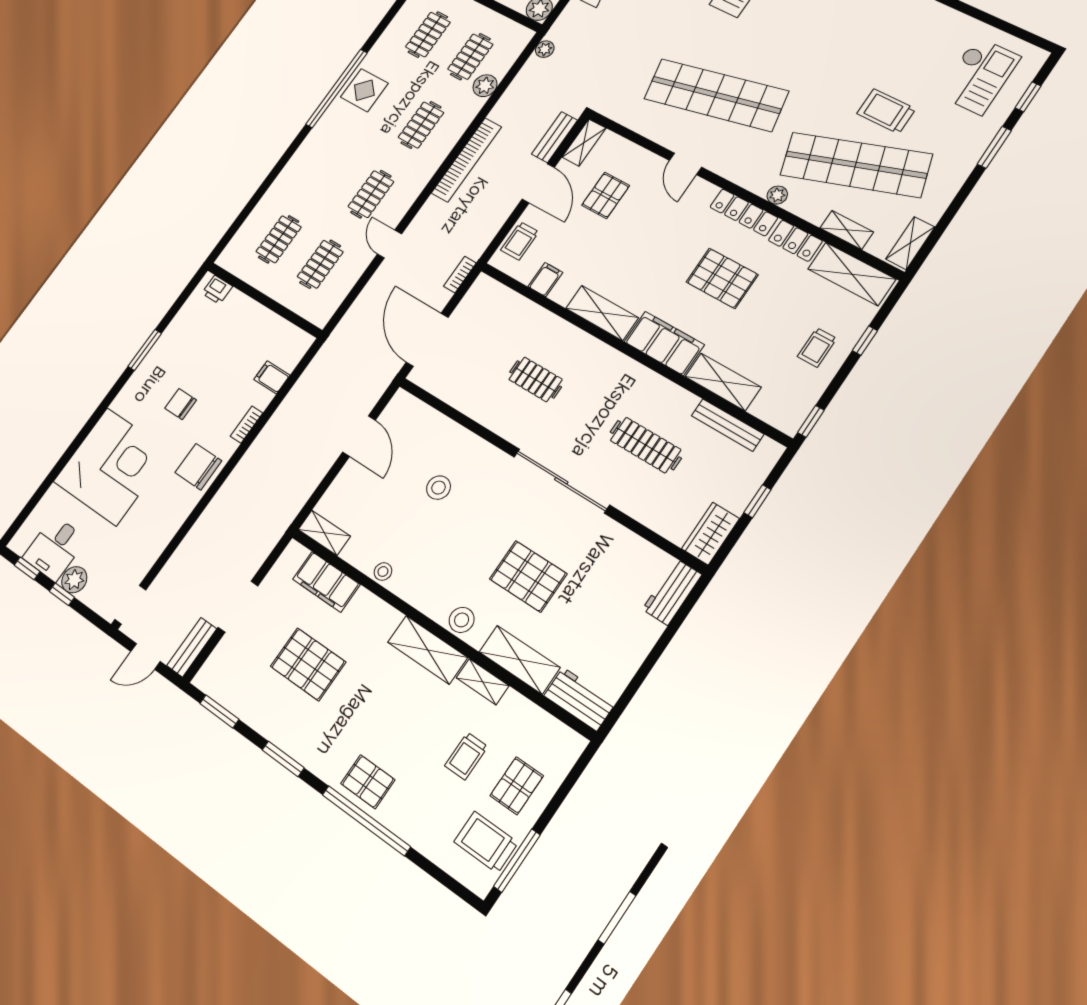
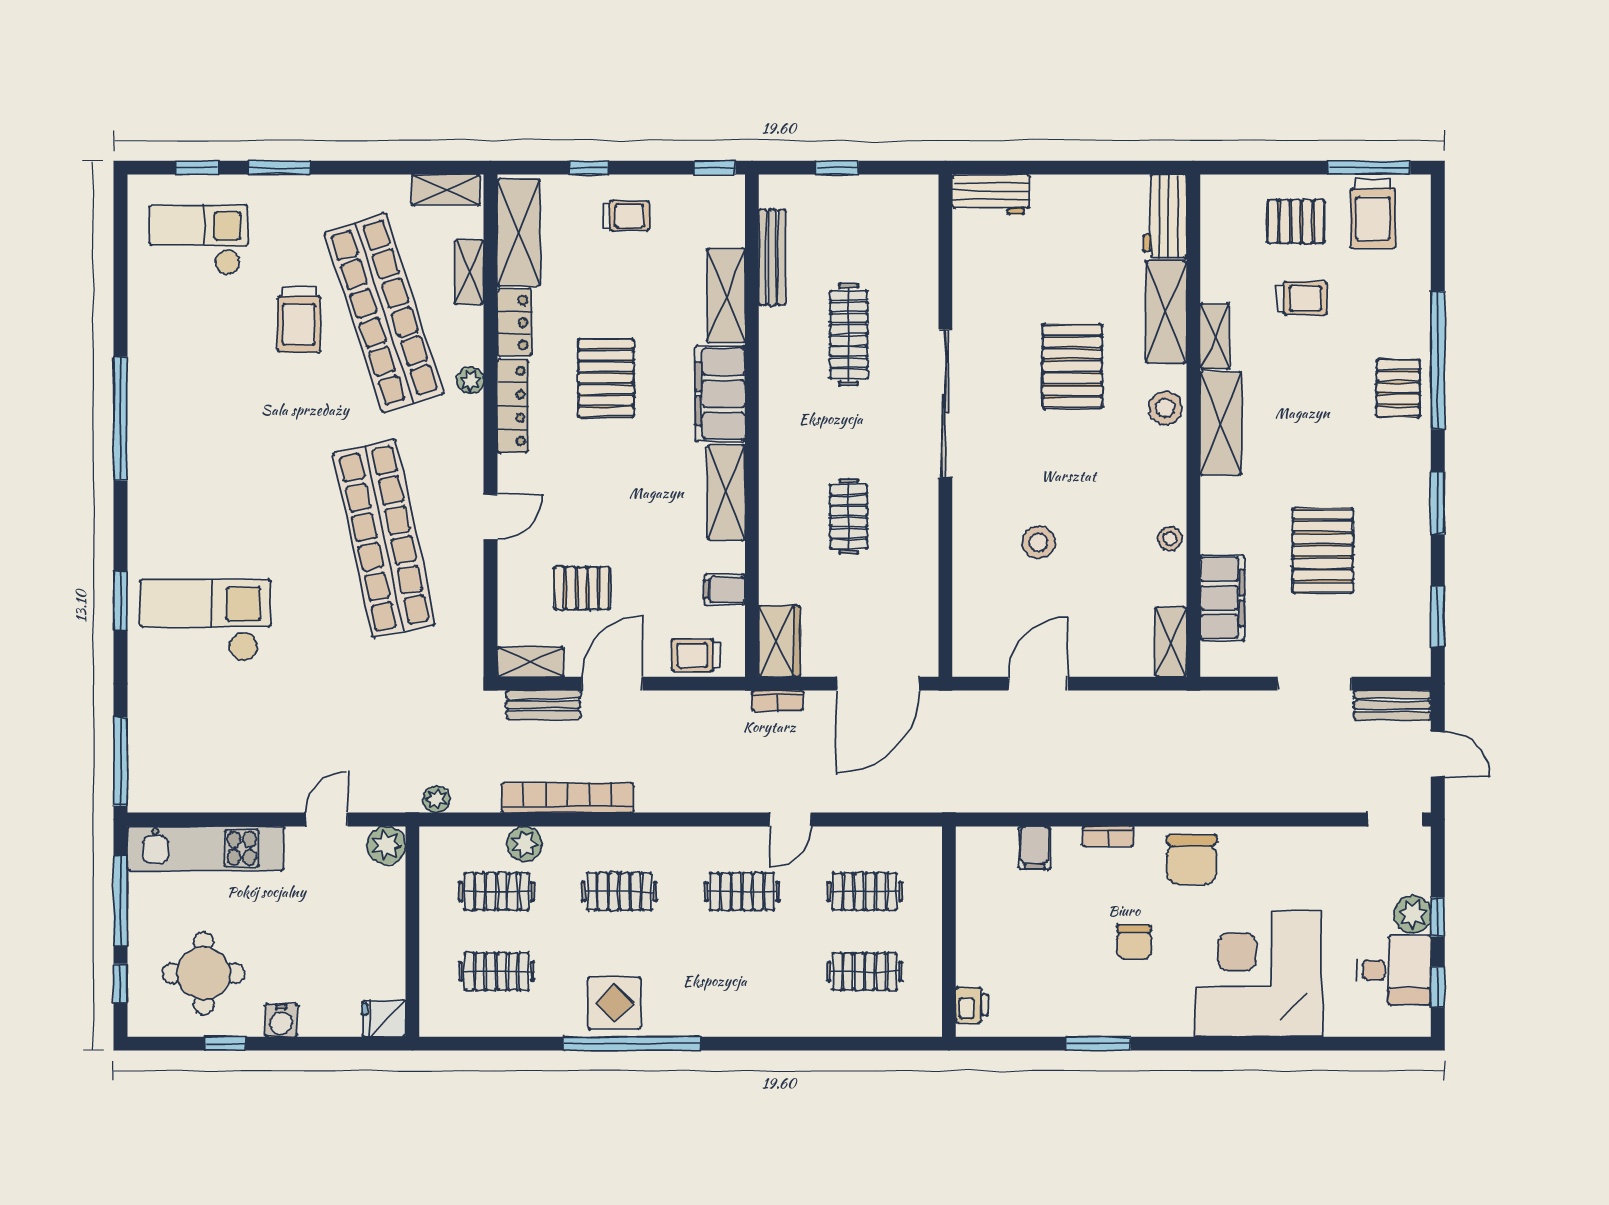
bookcase: (466, 160) -> (568, 798), moved
trolley: (520, 241) -> (696, 655), turned 180
wardrobe: (711, 534) -> (779, 641), moved, turned -90

